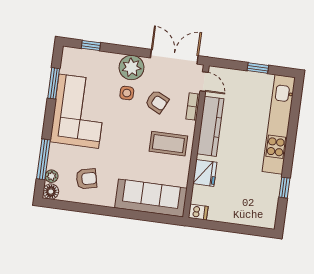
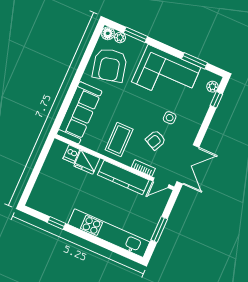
plant: (132, 68) -> (212, 87), moved, width x0.53, depth x0.53
window: (258, 68) -> (159, 229), width x1.50
window: (43, 159) -> (136, 35), width x0.69
armchair: (86, 179) -> (110, 65), width x1.88, depth x1.88
dishwasher: (198, 212) -> (71, 154), moved

